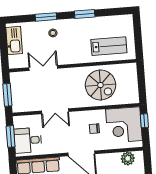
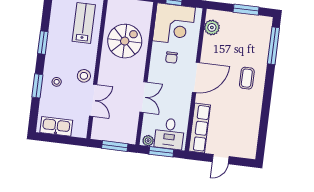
stool: (63, 56) -> (84, 76), added
double door: (43, 68) -> (93, 100), swing flipped
plant: (18, 123) -> (148, 141), added

